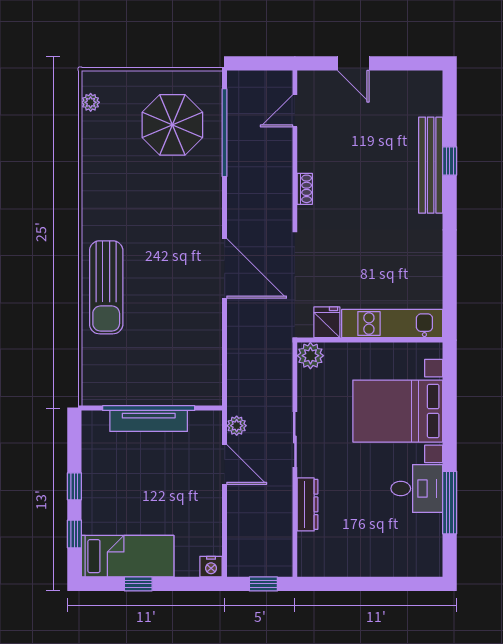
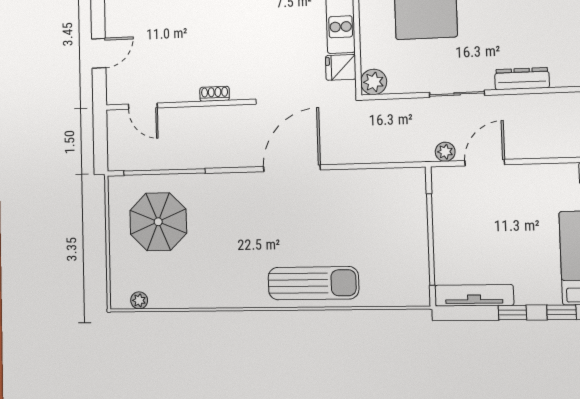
tv unit: (149, 421) -> (474, 295), moved, turned -90

